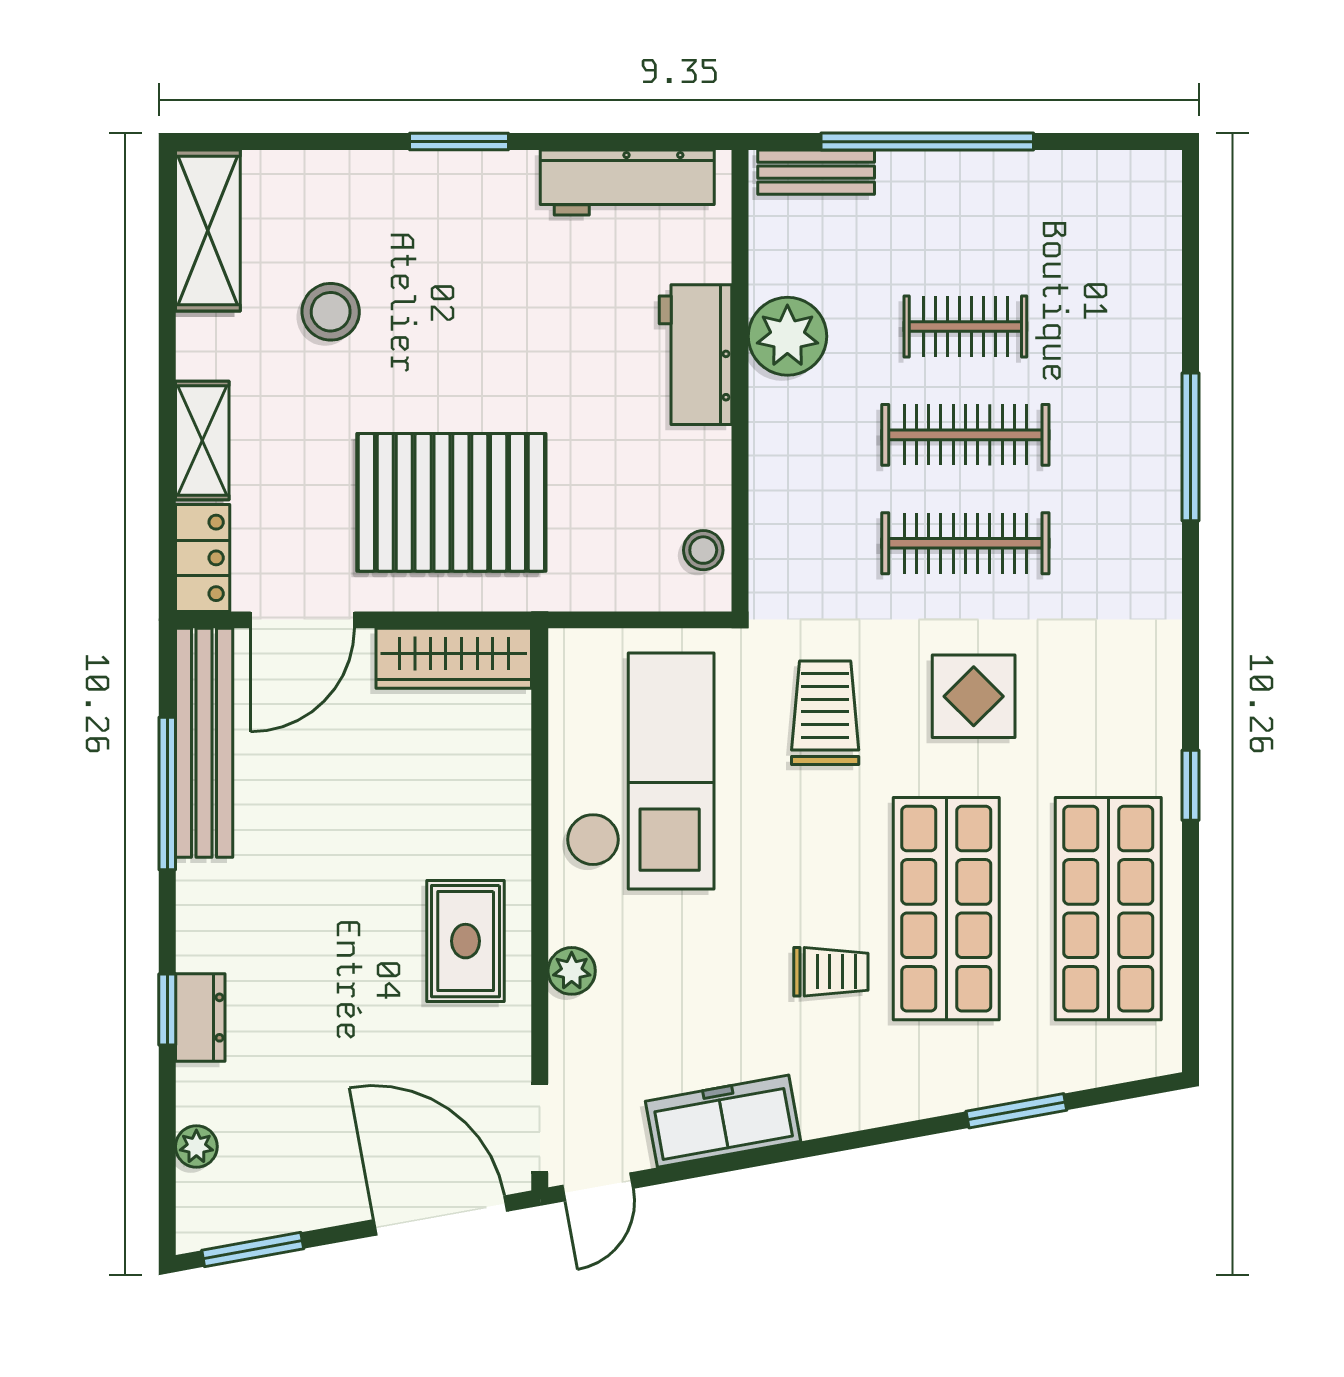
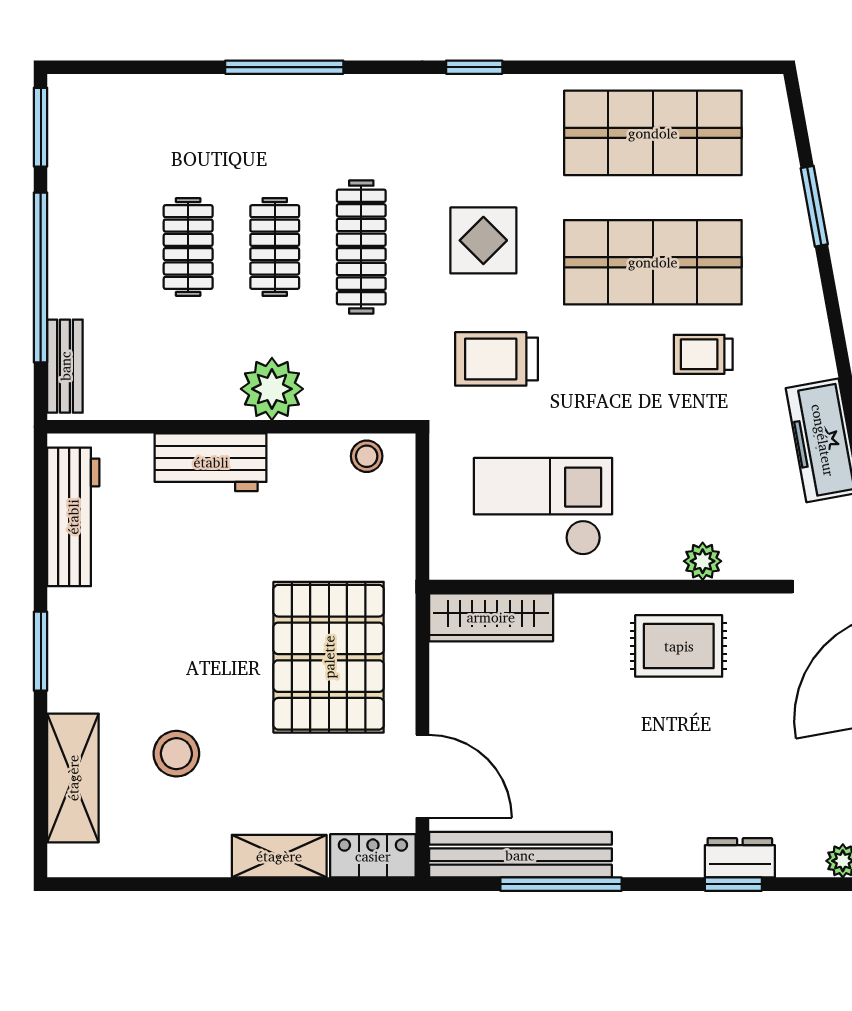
window: (1115, 142) -> (41, 127), added
shelving: (208, 231) -> (73, 778), moved, turned 90
plant: (787, 336) -> (272, 389), moved
clothes rail: (965, 435) -> (275, 247), width x0.73
wardrobe: (454, 658) -> (491, 617), moved, turned 90
checkout: (640, 771) -> (543, 507), width x0.73, depth x0.83
window: (1191, 785) -> (474, 67), moved
trolley: (831, 972) -> (703, 354), turned -90

